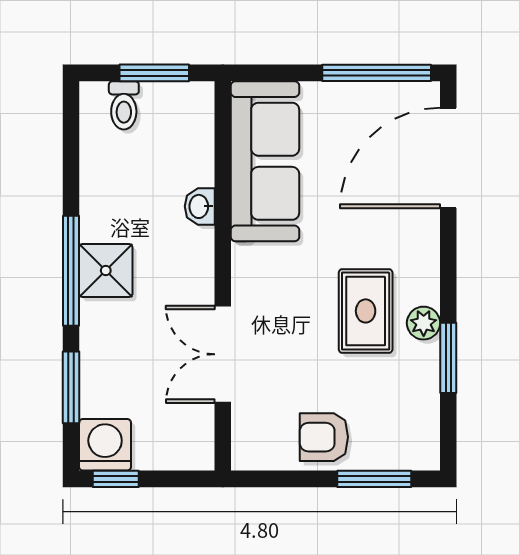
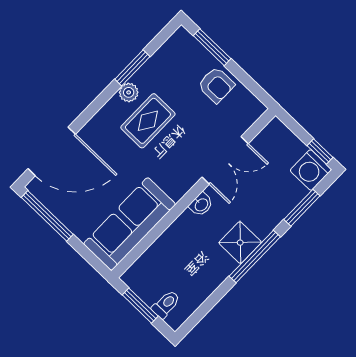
washbasin: (200, 206) -> (201, 205), moved

